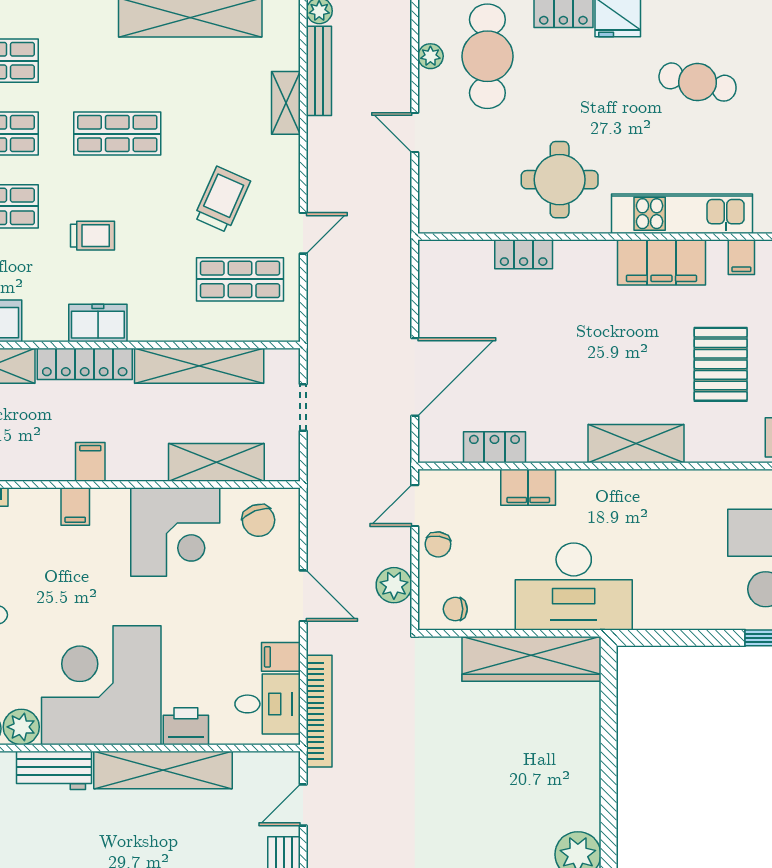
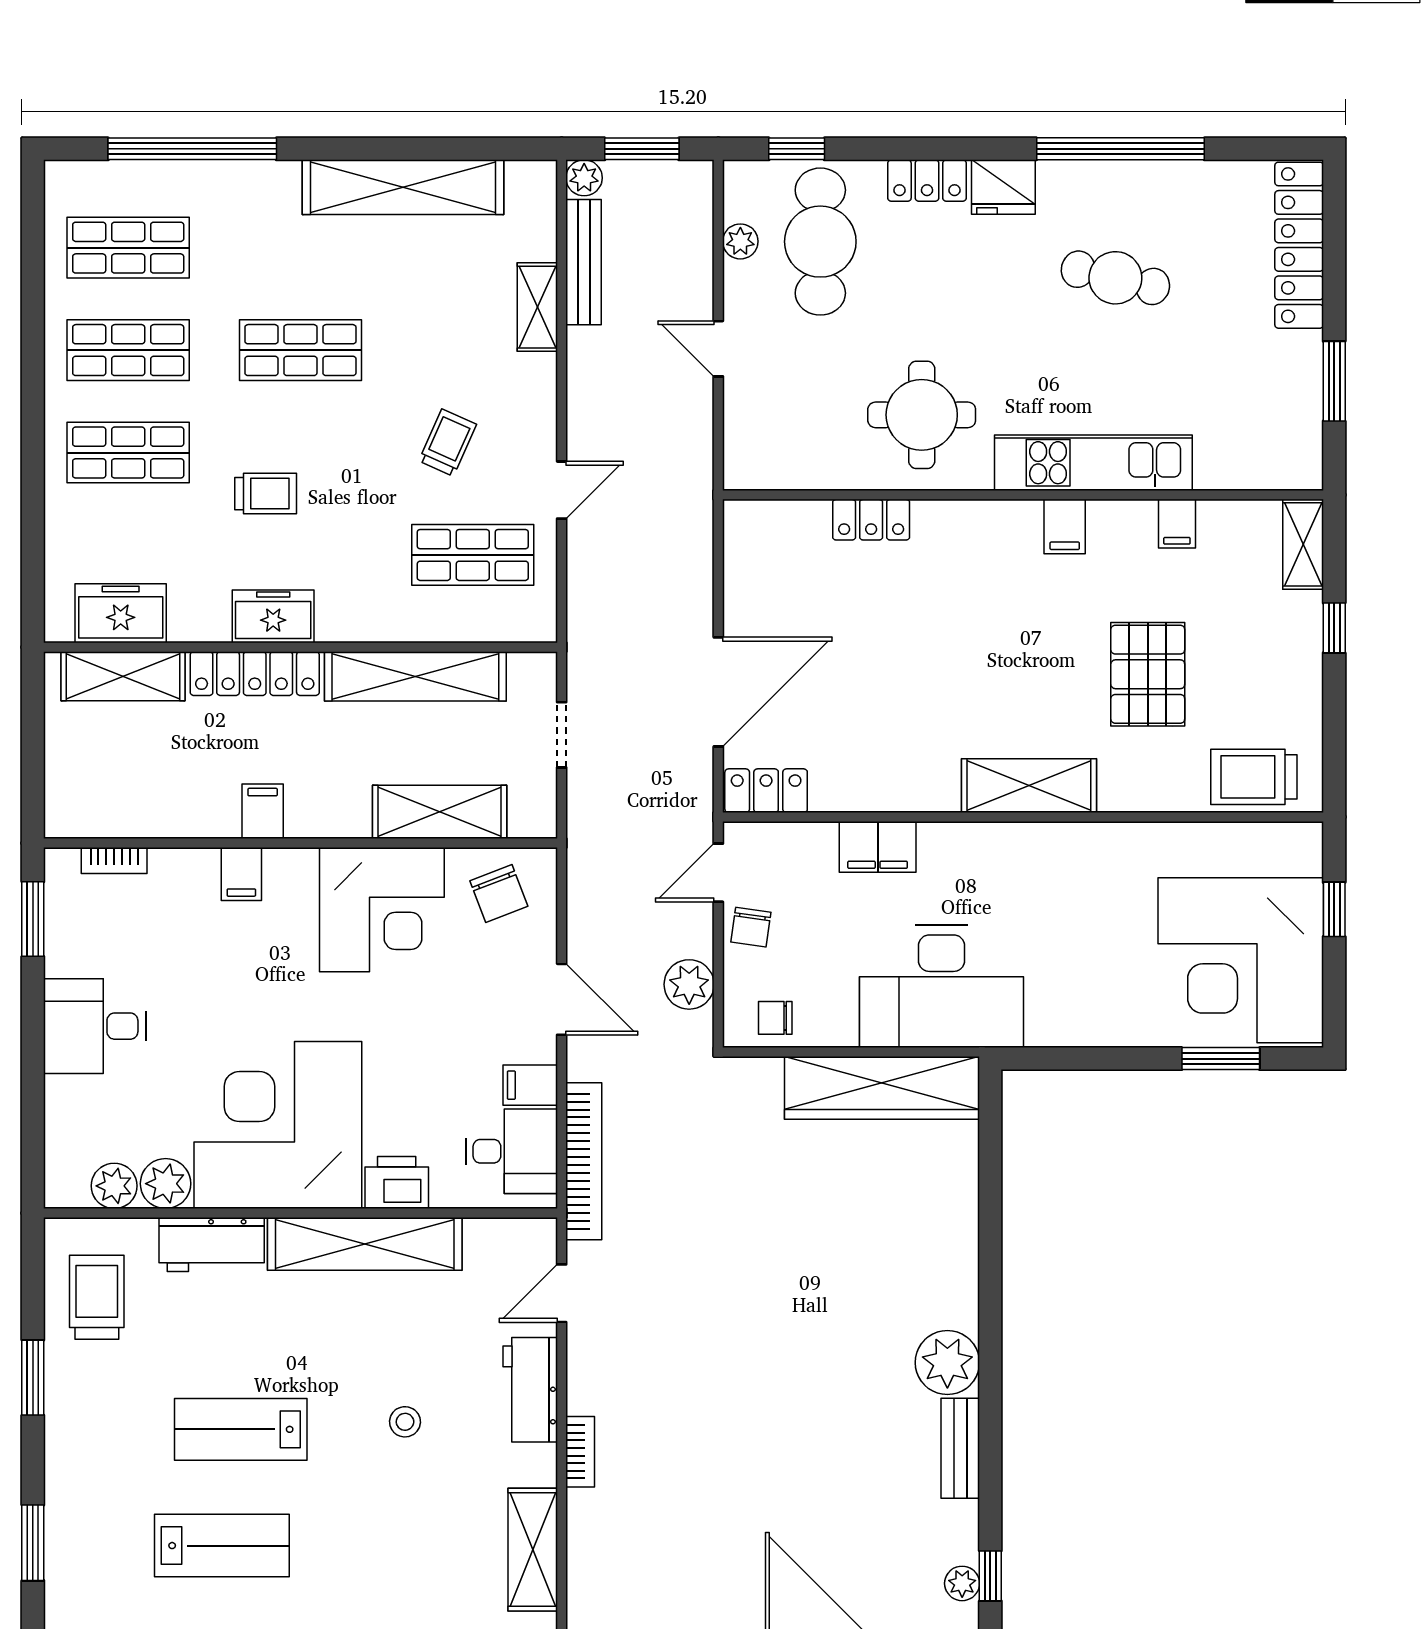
trolley: (222, 199) -> (448, 443), width x0.73, depth x0.72
filing cabinet: (661, 262) -> (1065, 527), width x0.33, depth x0.86
locker: (494, 447) -> (766, 791), moved

